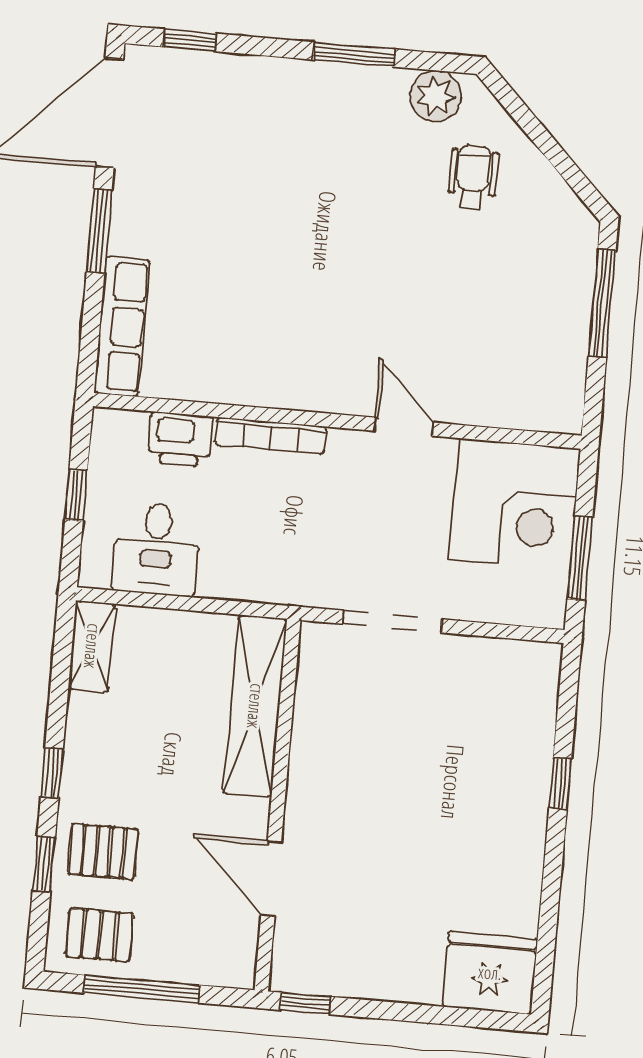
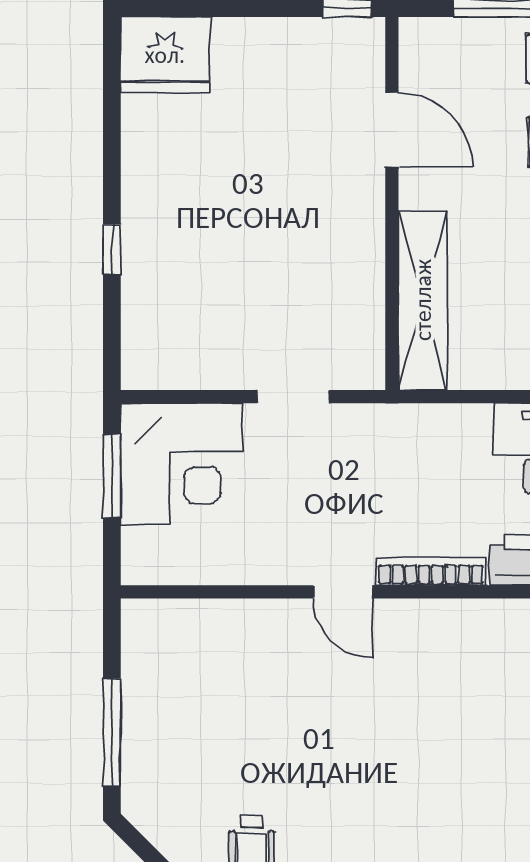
door: (403, 427) -> (343, 592), moved
corner desk: (515, 504) -> (182, 464), moved, turned 180
doorway: (392, 621) -> (293, 397), width x0.73

